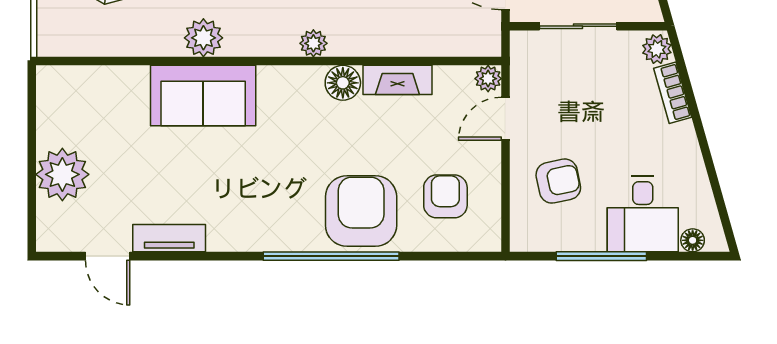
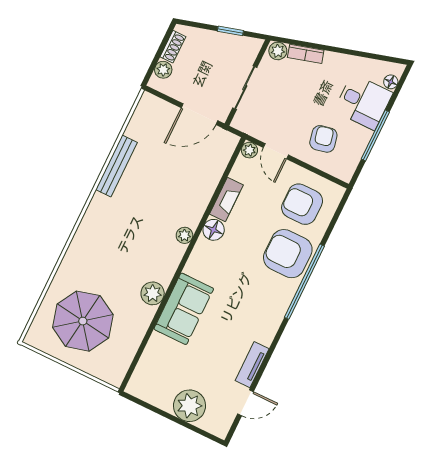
armchair: (445, 196) -> (302, 204), width x1.38, depth x1.38

